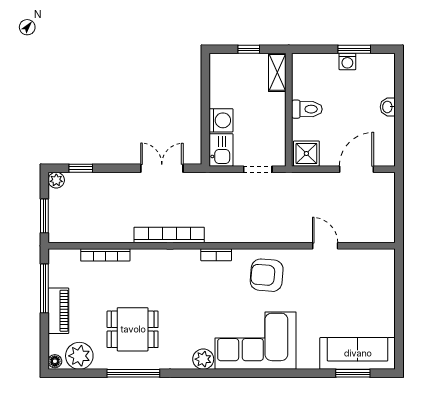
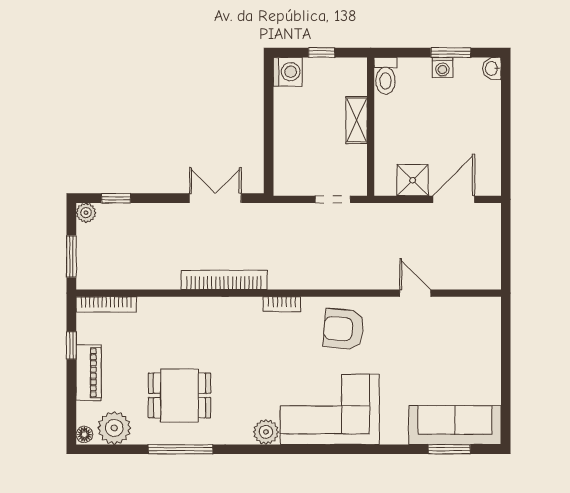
shelving: (277, 72) -> (357, 120), moved
washbasin: (388, 107) -> (492, 68), moved
toilet: (307, 109) -> (386, 76), moved, turned 90
washing machine: (221, 120) -> (288, 72), moved
kitchen sink: (221, 150) -> (288, 176), removed
shower: (306, 154) -> (413, 180), moved
bookcase: (105, 255) -> (106, 304), moved
window: (44, 288) -> (71, 345), width x0.46

